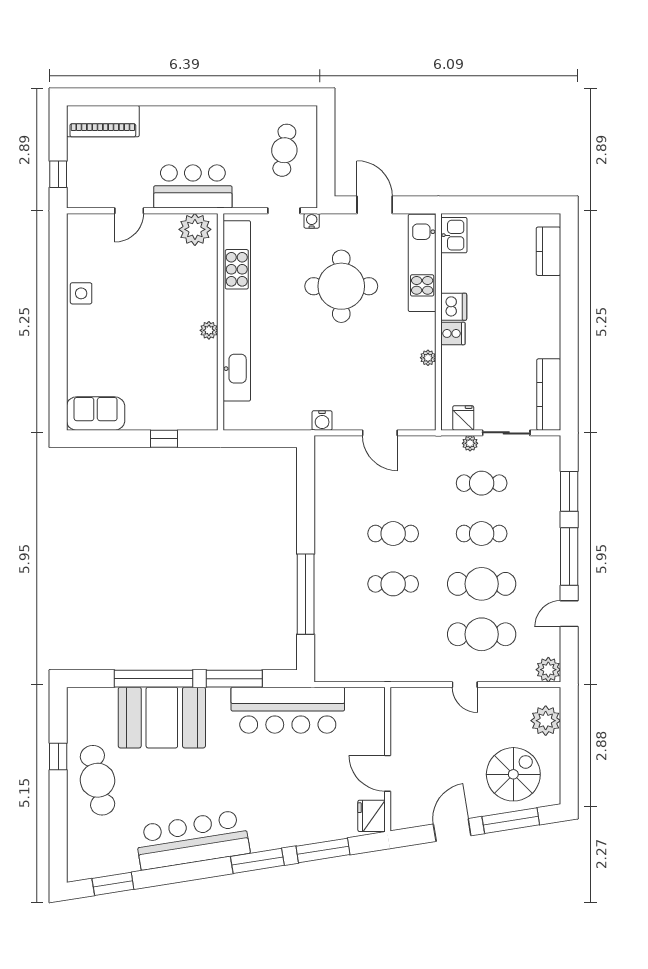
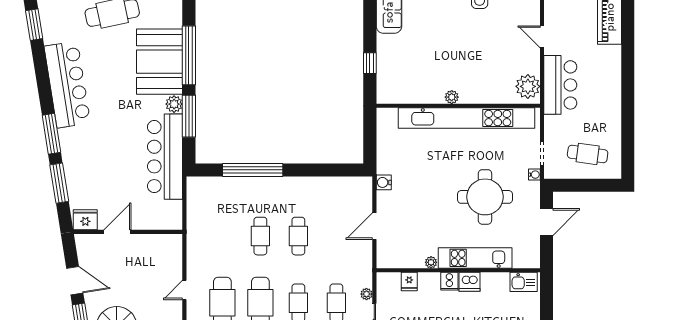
kitchen unit: (422, 263) -> (475, 258), moved
fridge: (463, 418) -> (409, 281), moved, turned 90
plant: (218, 698) -> (174, 104), added

